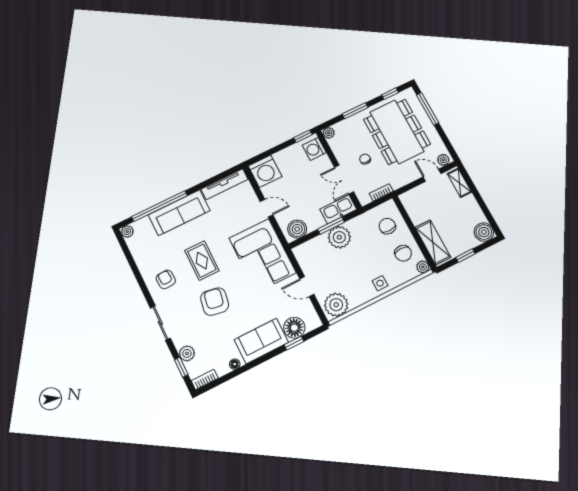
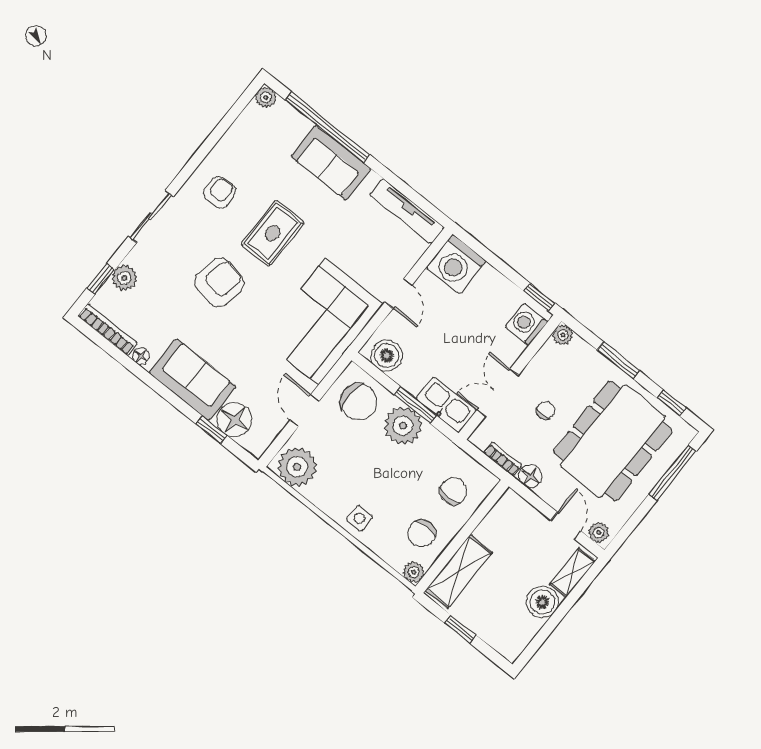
floor lamp: (397, 182) -> (531, 476), added
sofa: (179, 213) -> (331, 163), width x0.73
boiler: (484, 232) -> (542, 602), moved
chair: (315, 255) -> (359, 402), added
bookcase: (205, 380) -> (108, 330), width x1.56

